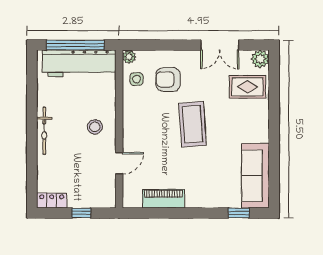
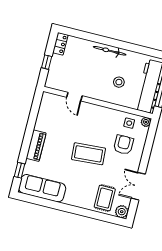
stool: (95, 127) -> (119, 82), moved
piano: (163, 199) -> (36, 146), moved

